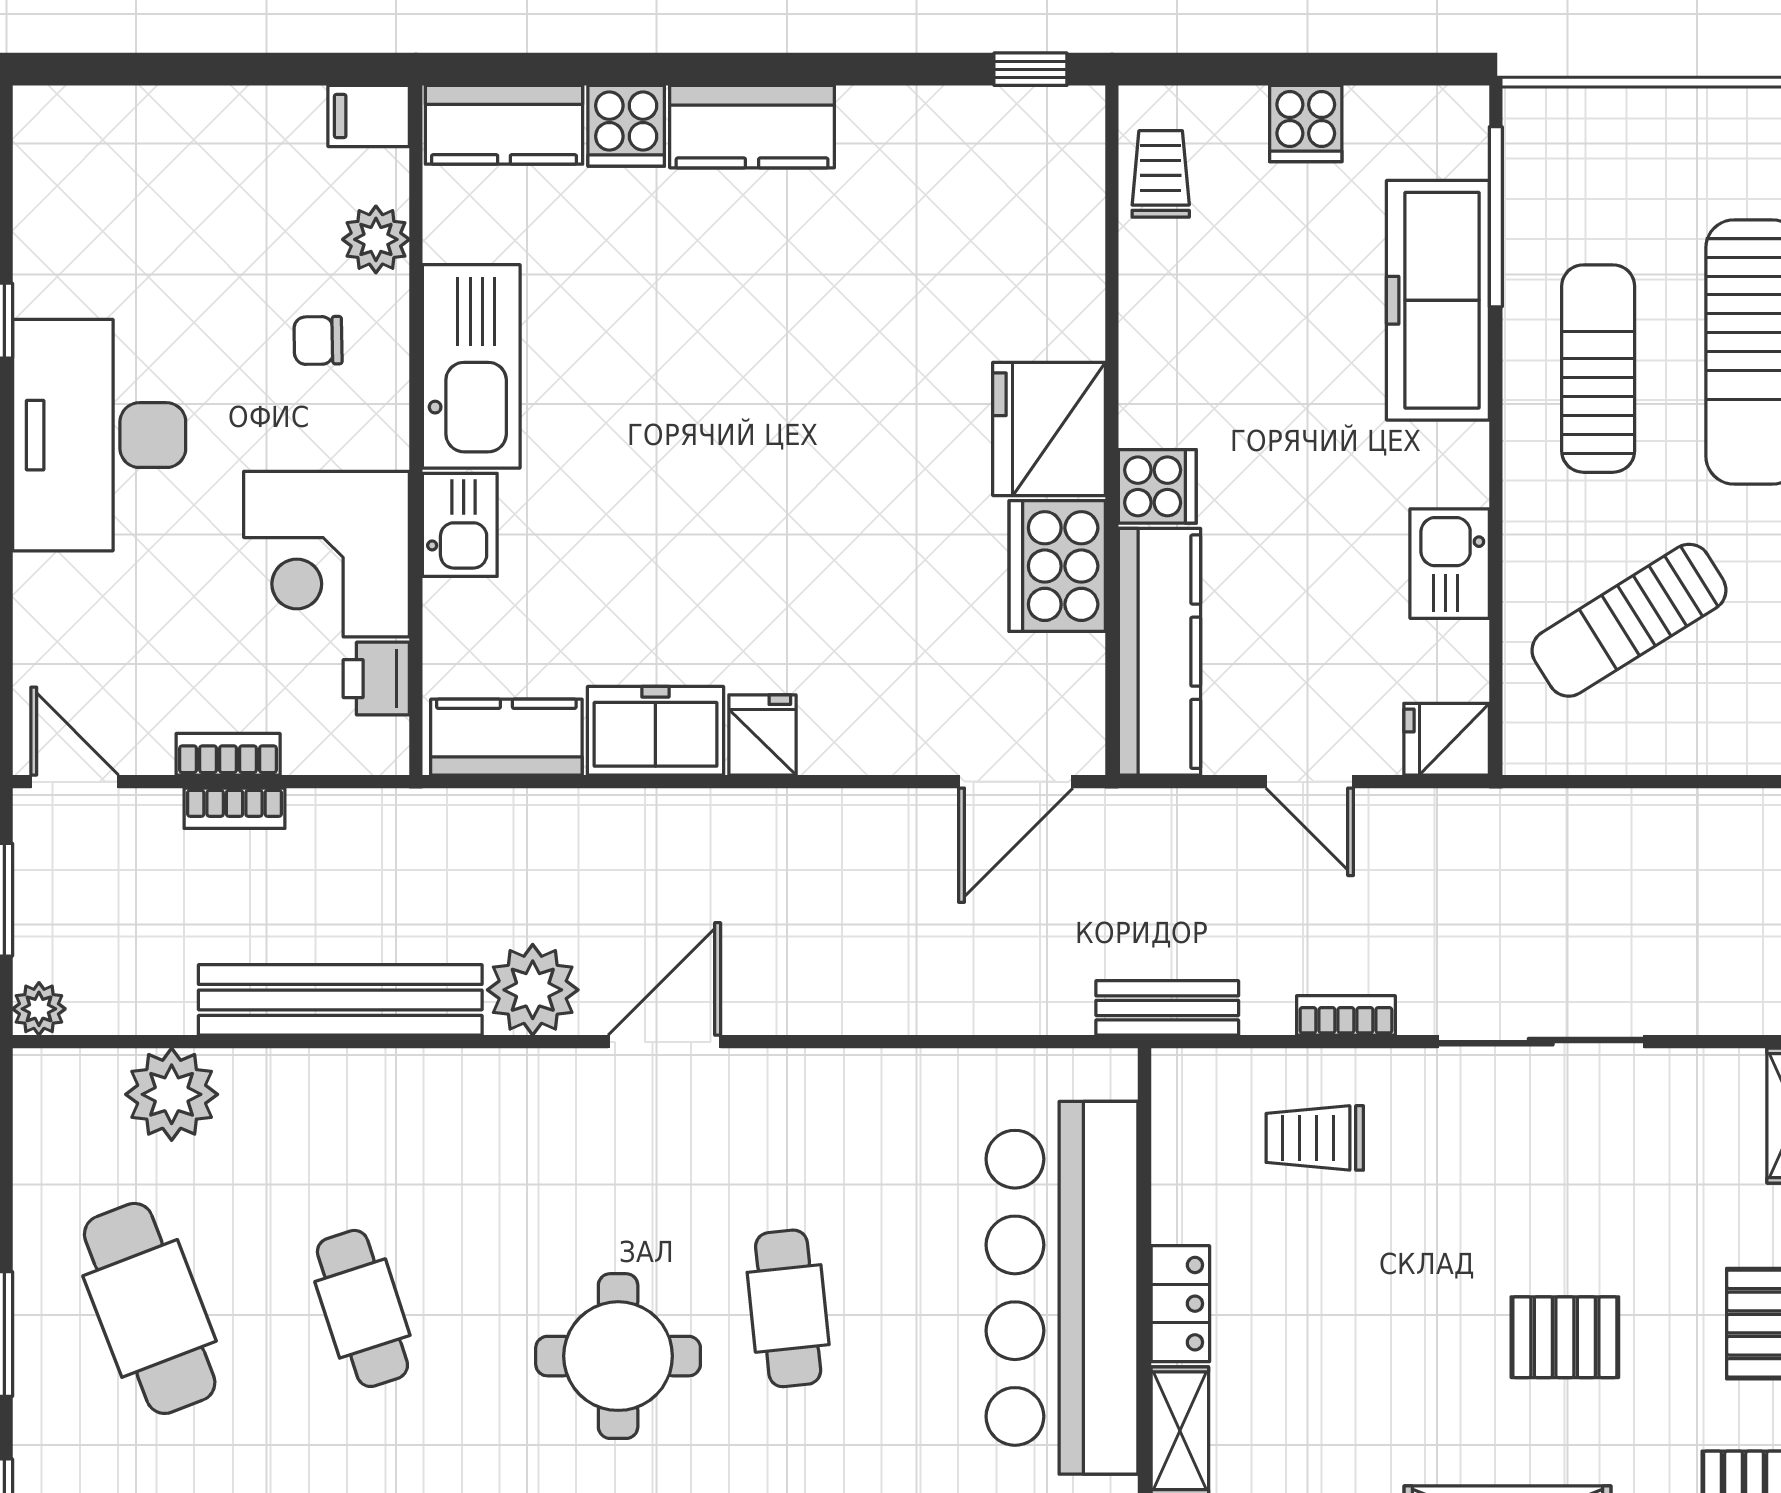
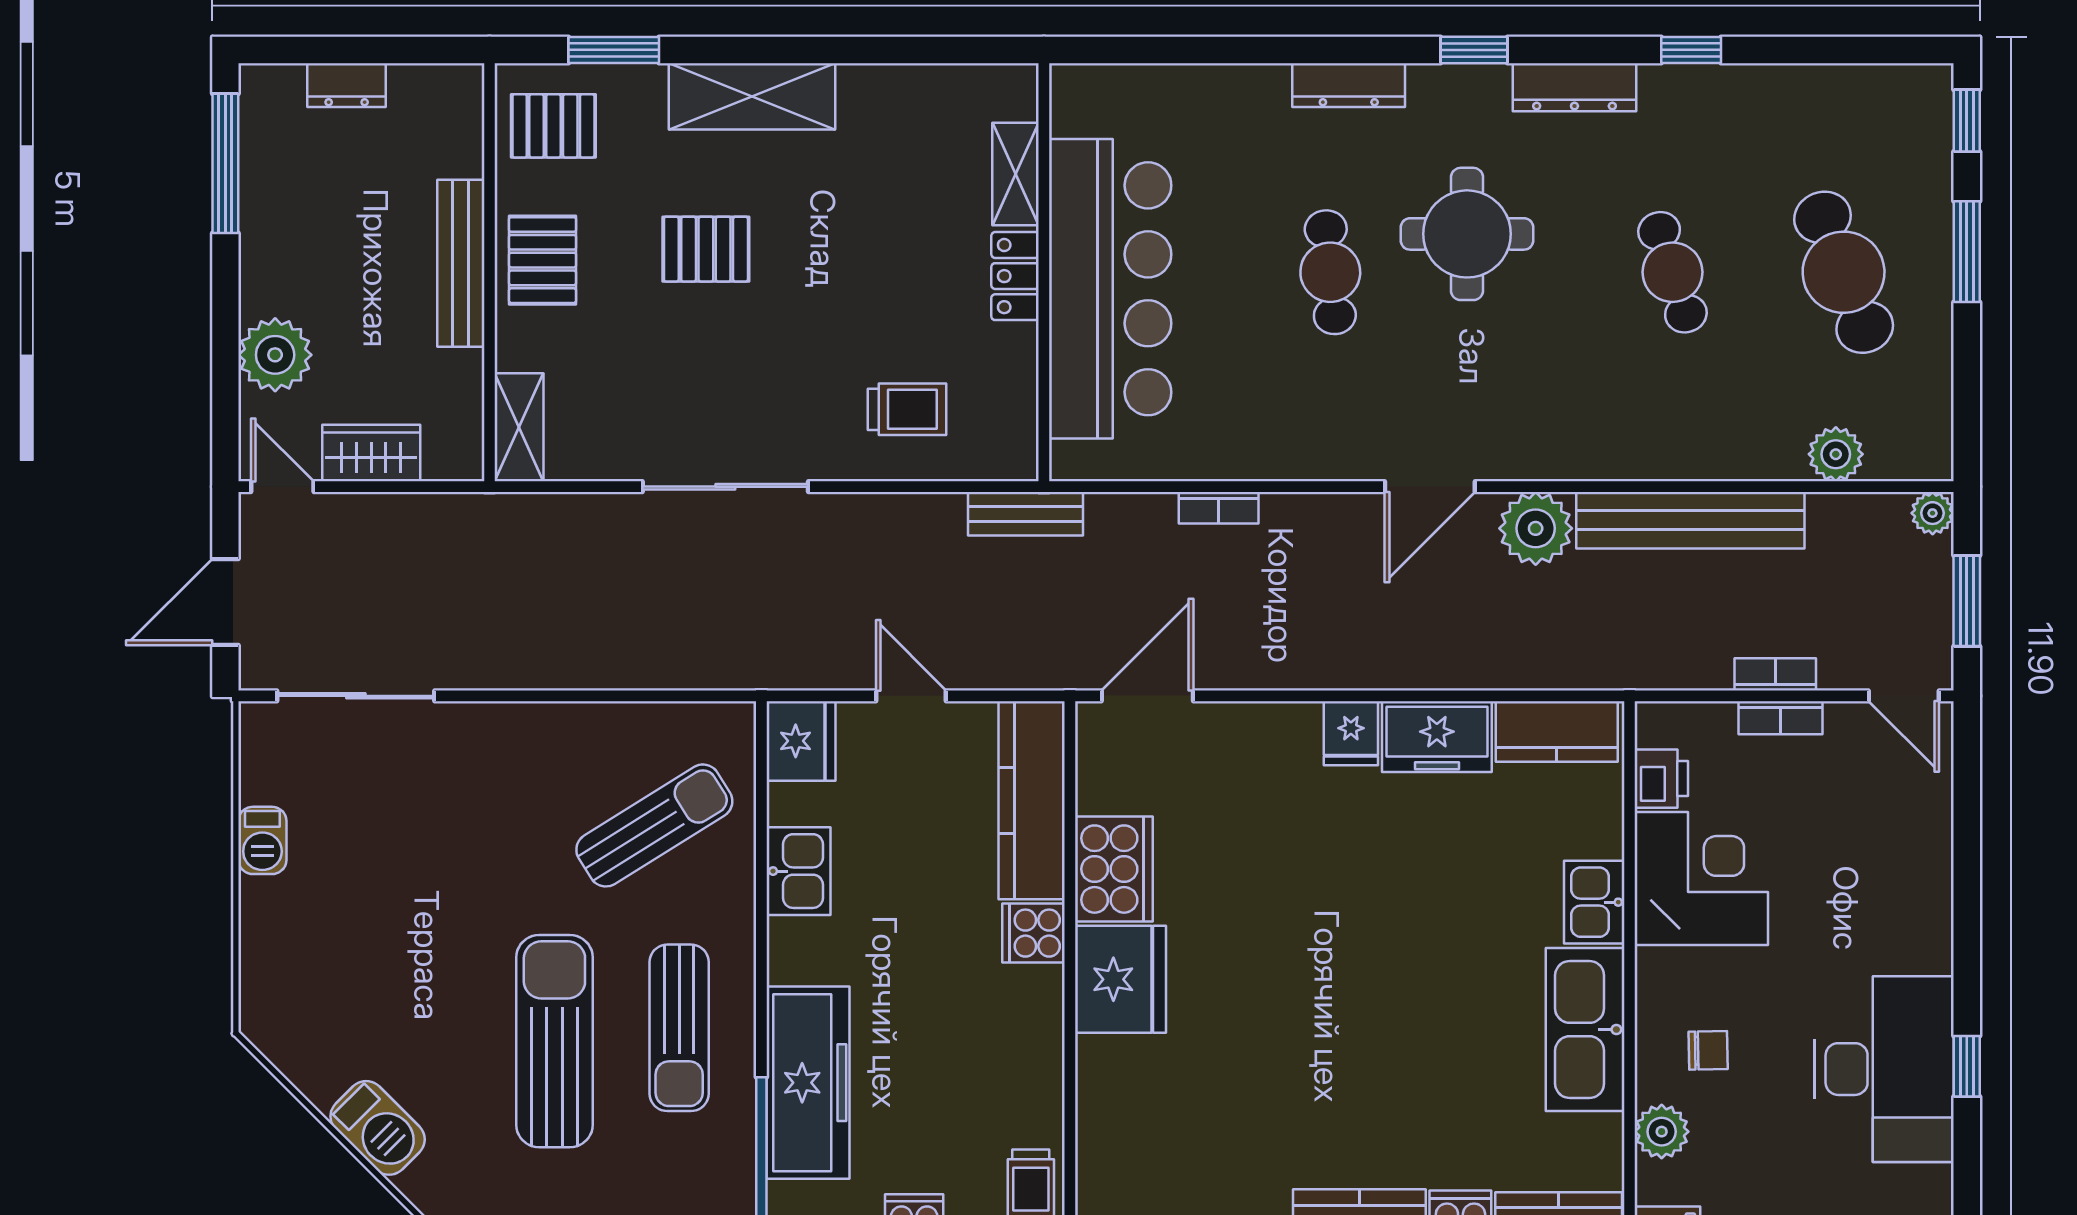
desk: (99, 435) -> (1884, 1069), moved
fridge: (1447, 739) -> (801, 741), width x1.38
bookcase: (1346, 1015) -> (1219, 508), moved
plant: (172, 1094) -> (1836, 454), width x0.73, depth x0.73

